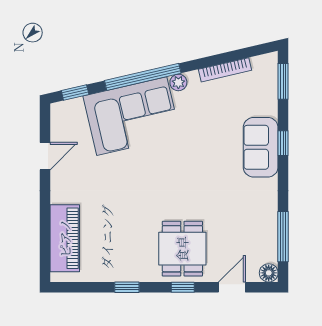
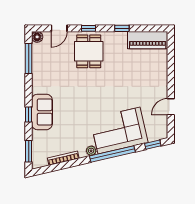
piano: (65, 238) -> (148, 40), moved, turned -90

